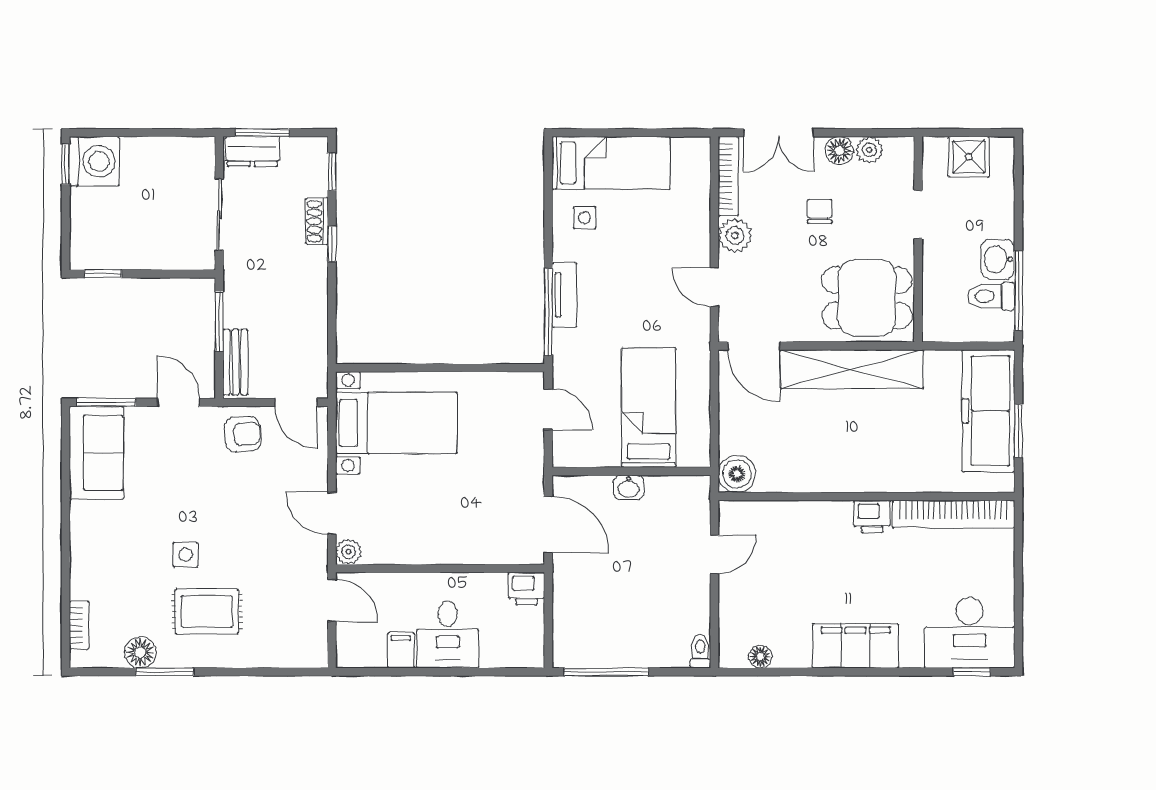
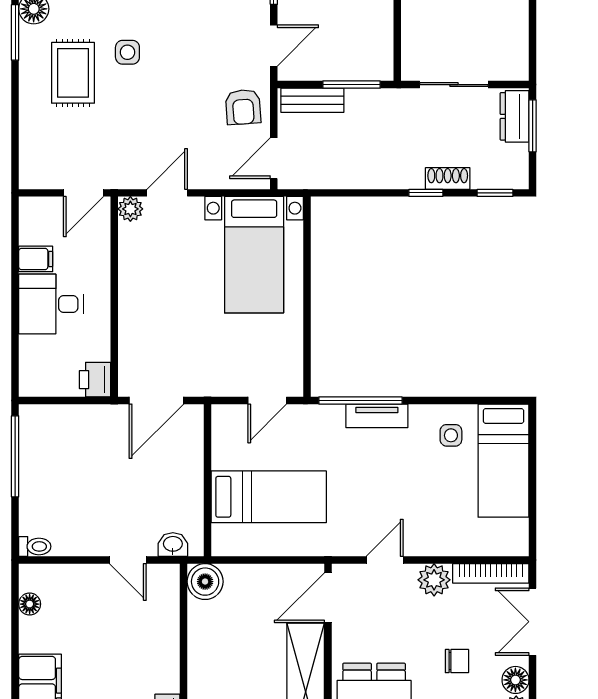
washbasin: (629, 487) -> (173, 545), moved, turned 90

